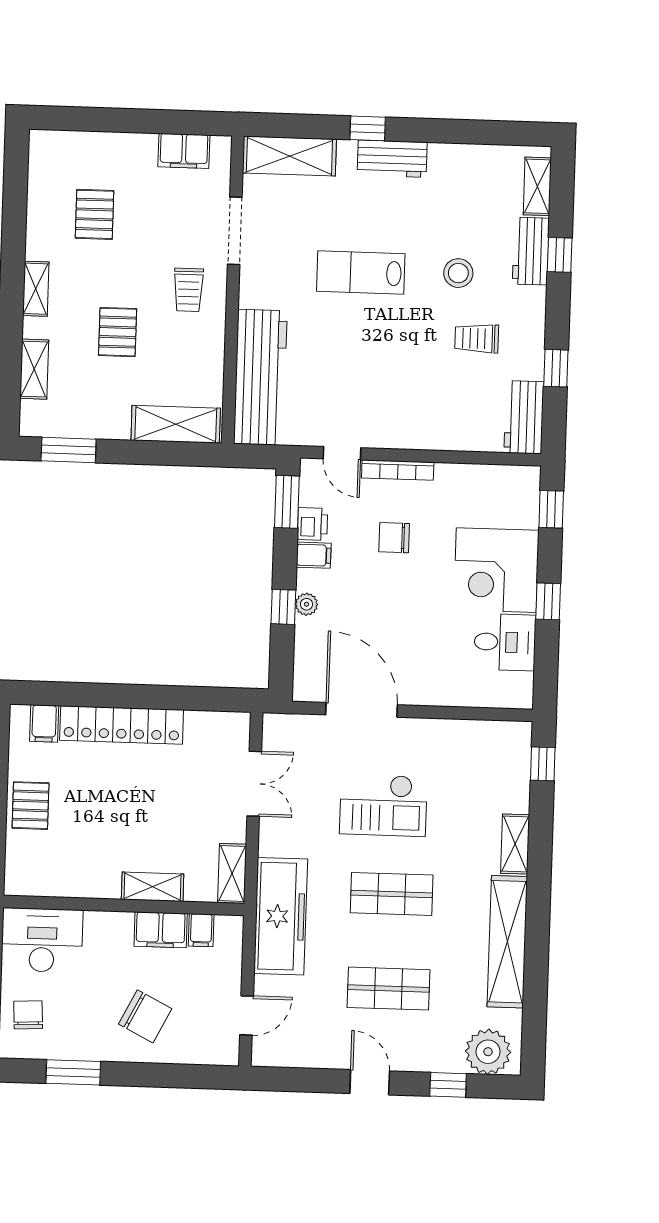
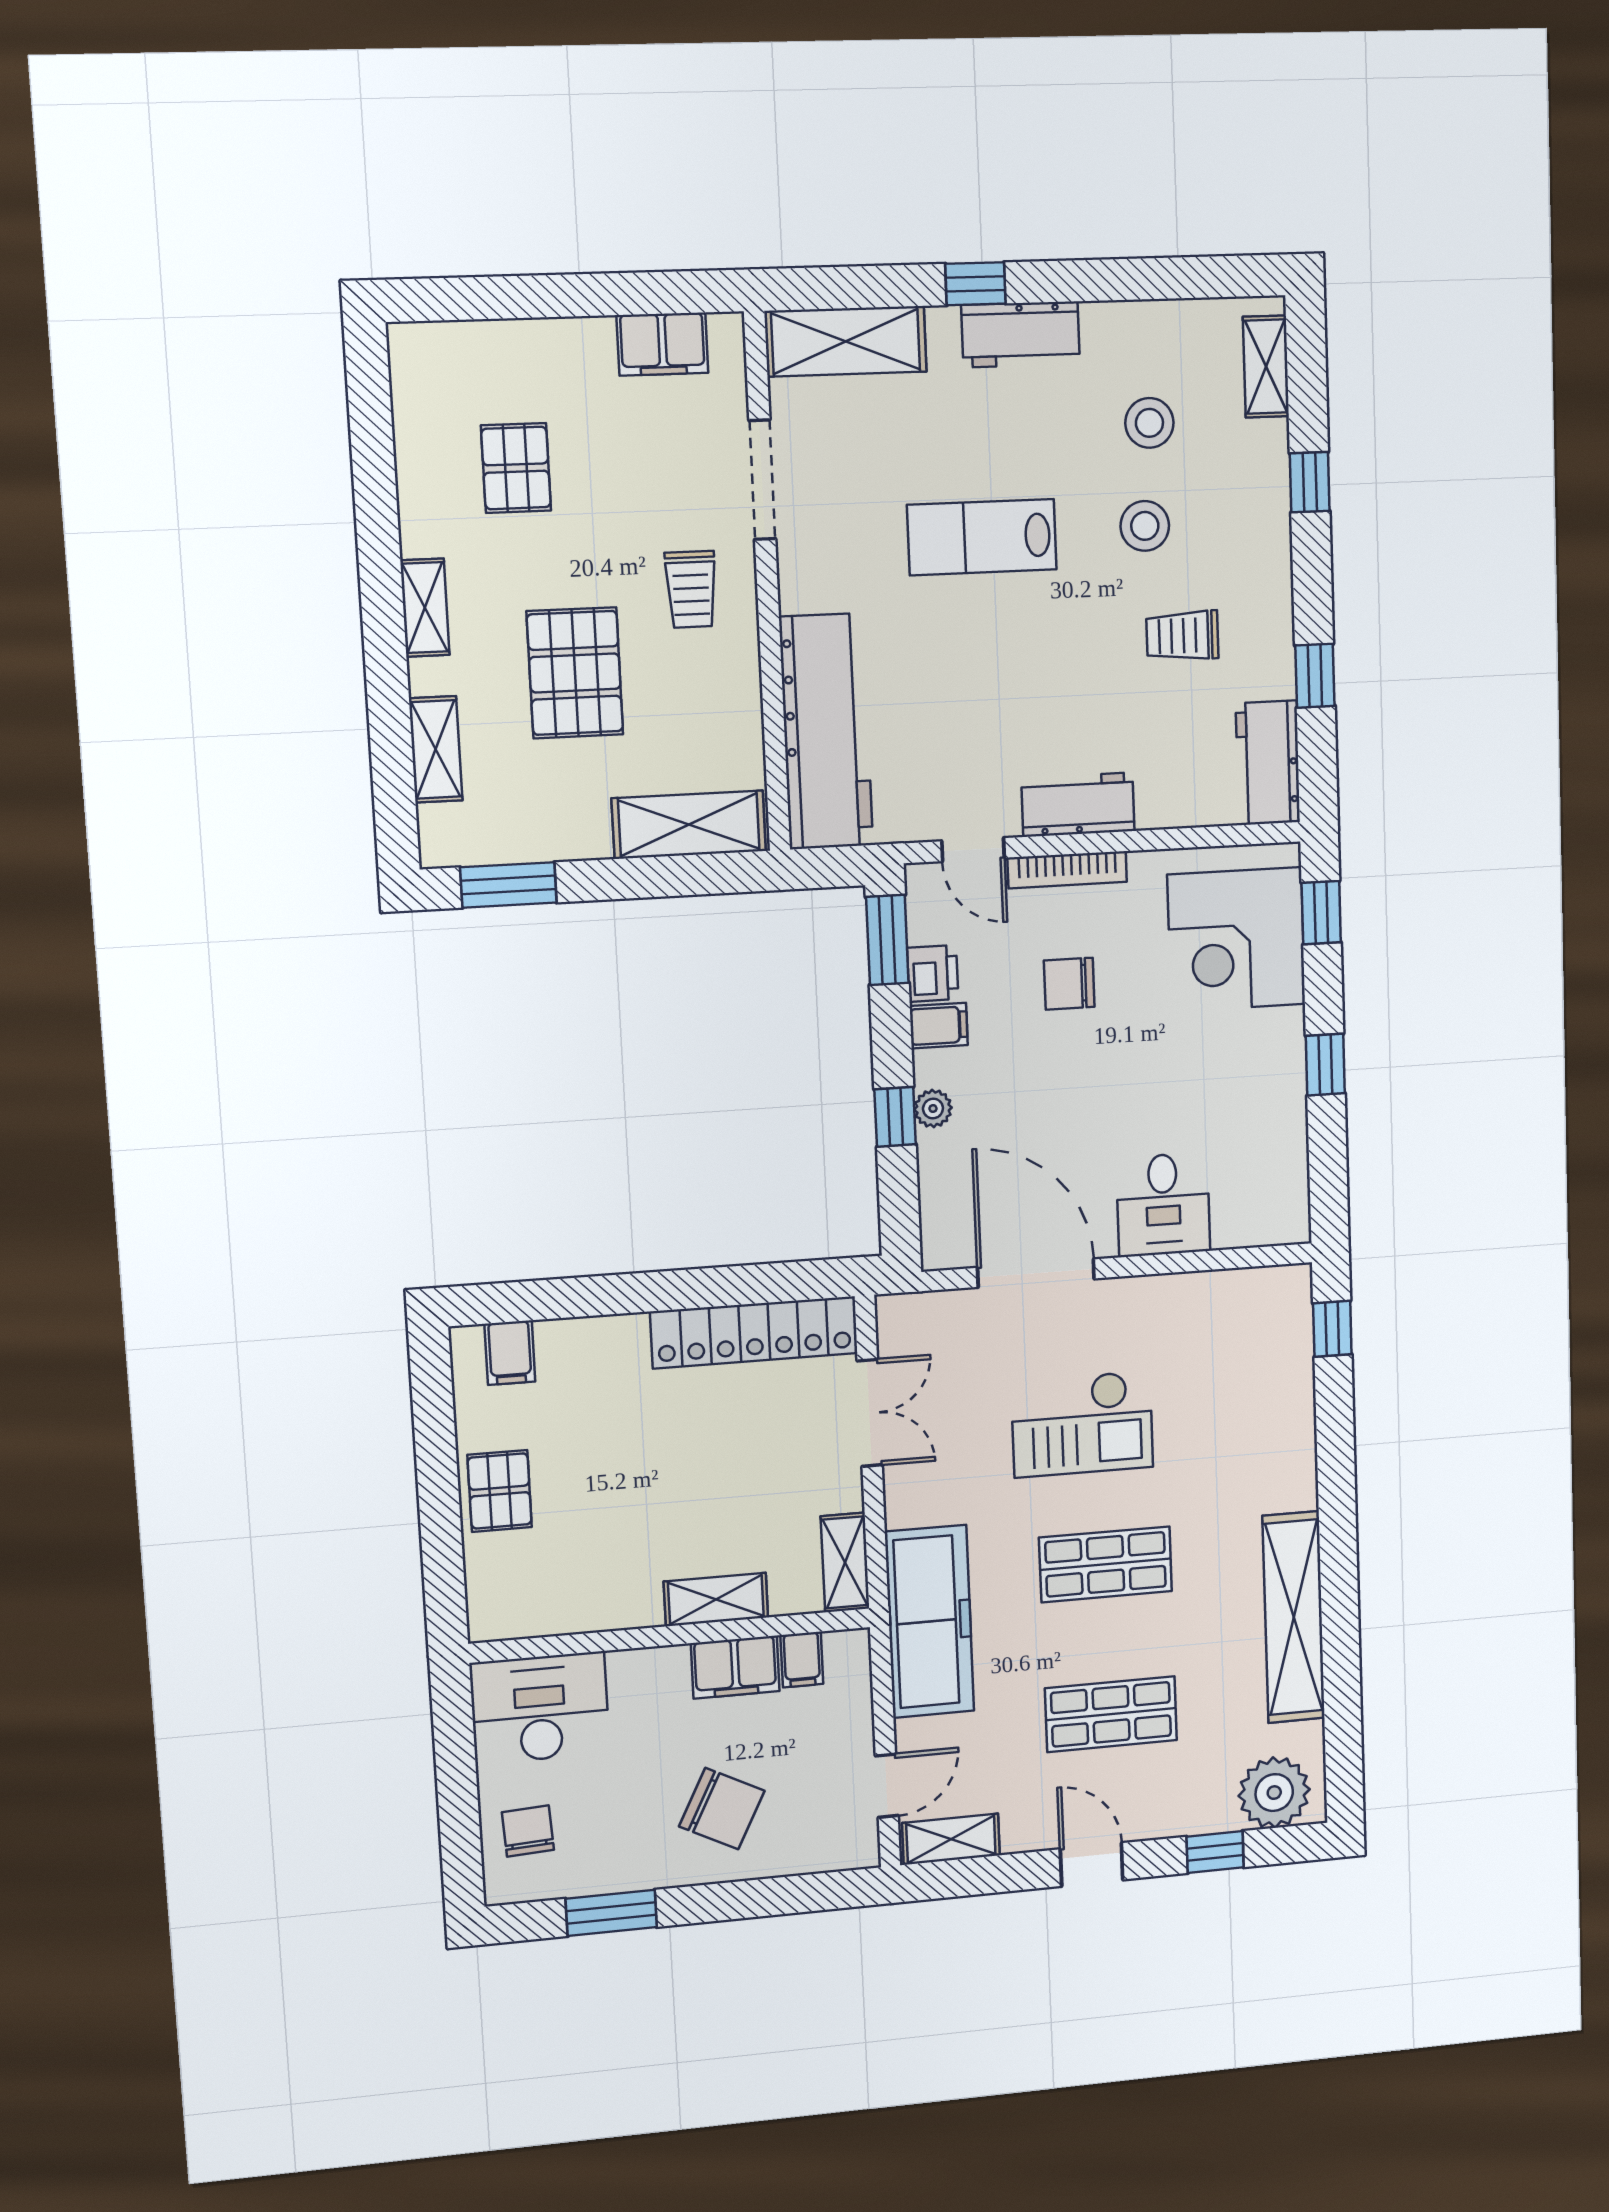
stool: (465, 214) -> (1149, 423), added
workbench: (531, 251) -> (1078, 805), moved, turned 90
pallet: (118, 332) -> (575, 673), width x1.50, depth x1.42
corner desk: (496, 570) -> (1236, 939), moved
desk: (505, 642) -> (1163, 1205), moved, turned 90
locker: (122, 725) -> (754, 1332), moved
shelving: (515, 844) -> (951, 1839), moved, turned 90

